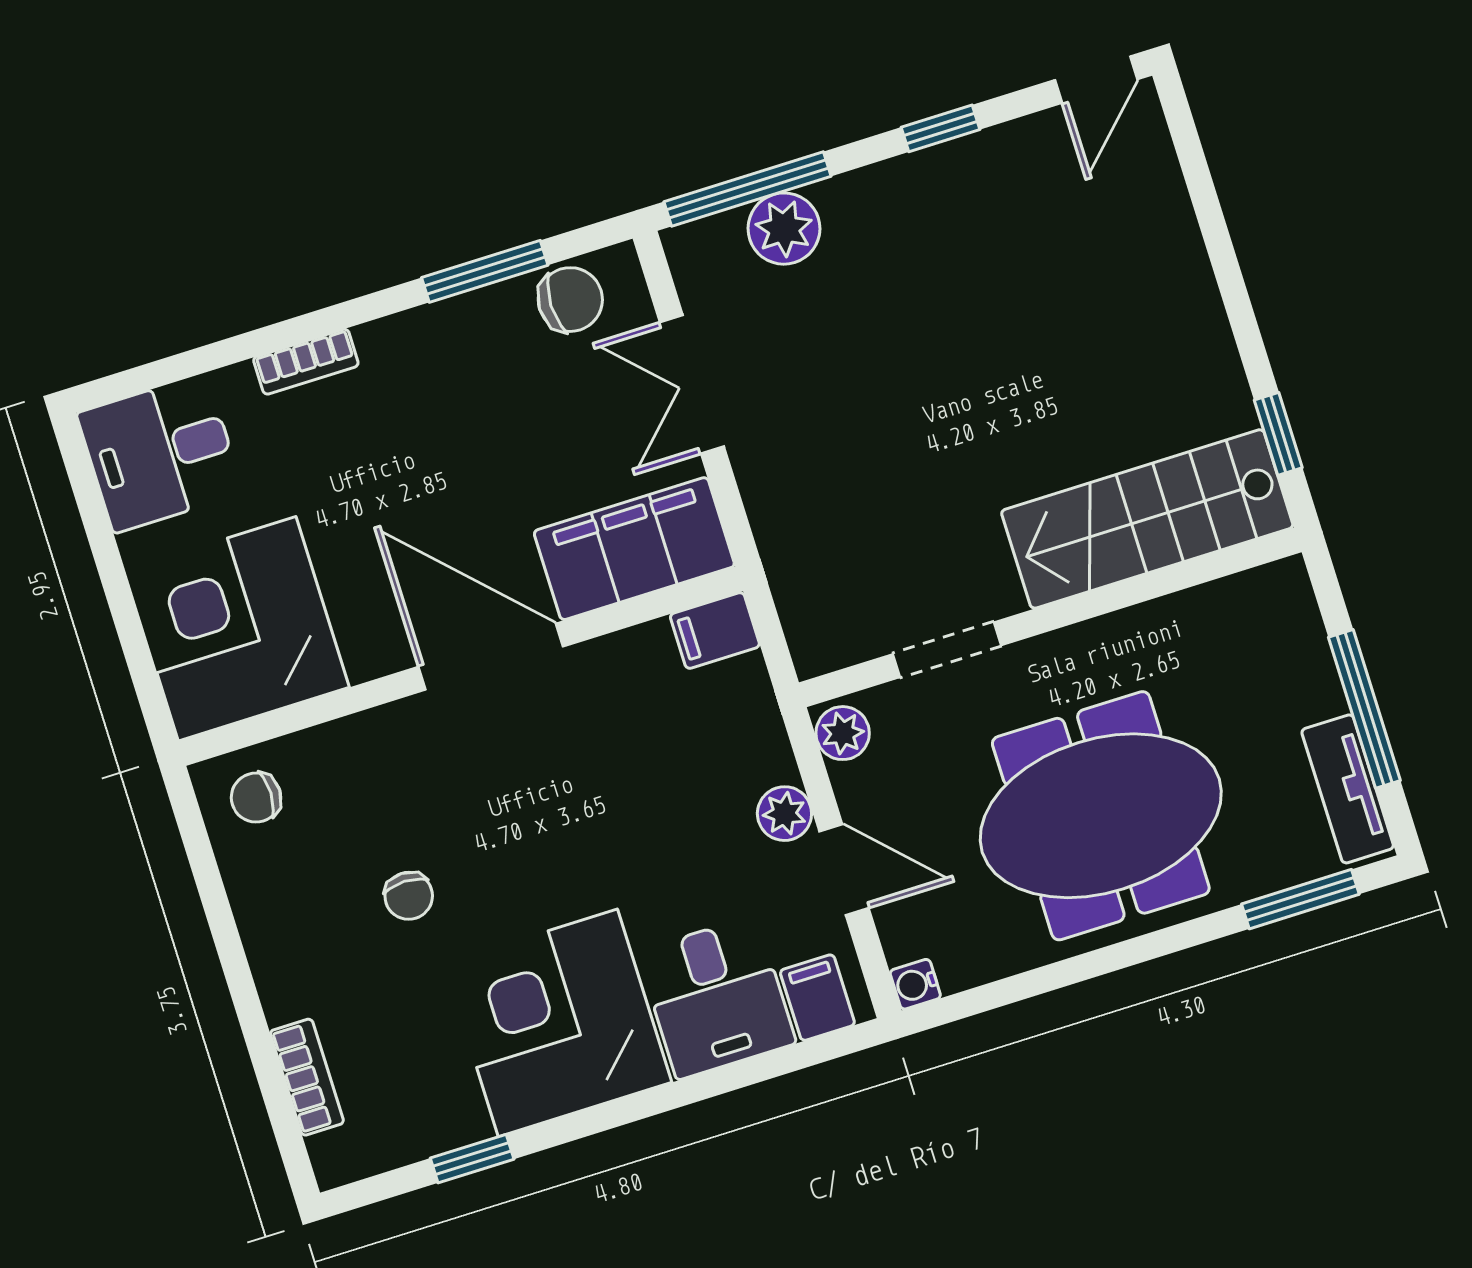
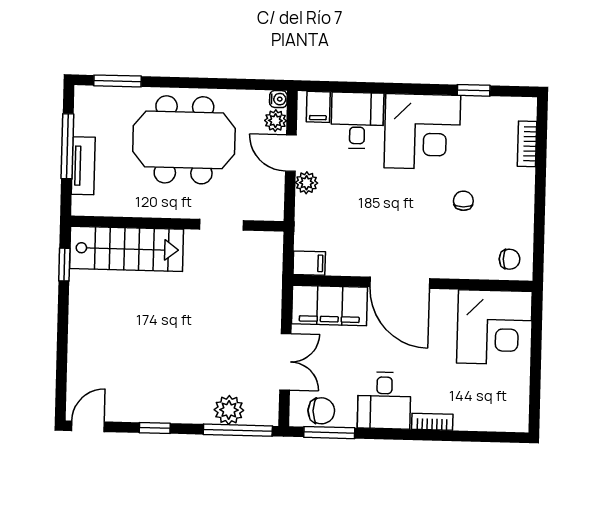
window: (485, 271) -> (329, 433), moved
chair: (570, 300) -> (321, 411), turned 180
desk: (160, 453) -> (384, 401), moved, turned 90
plant: (843, 733) -> (275, 121), moved
tv unit: (1348, 789) -> (83, 166), moved

